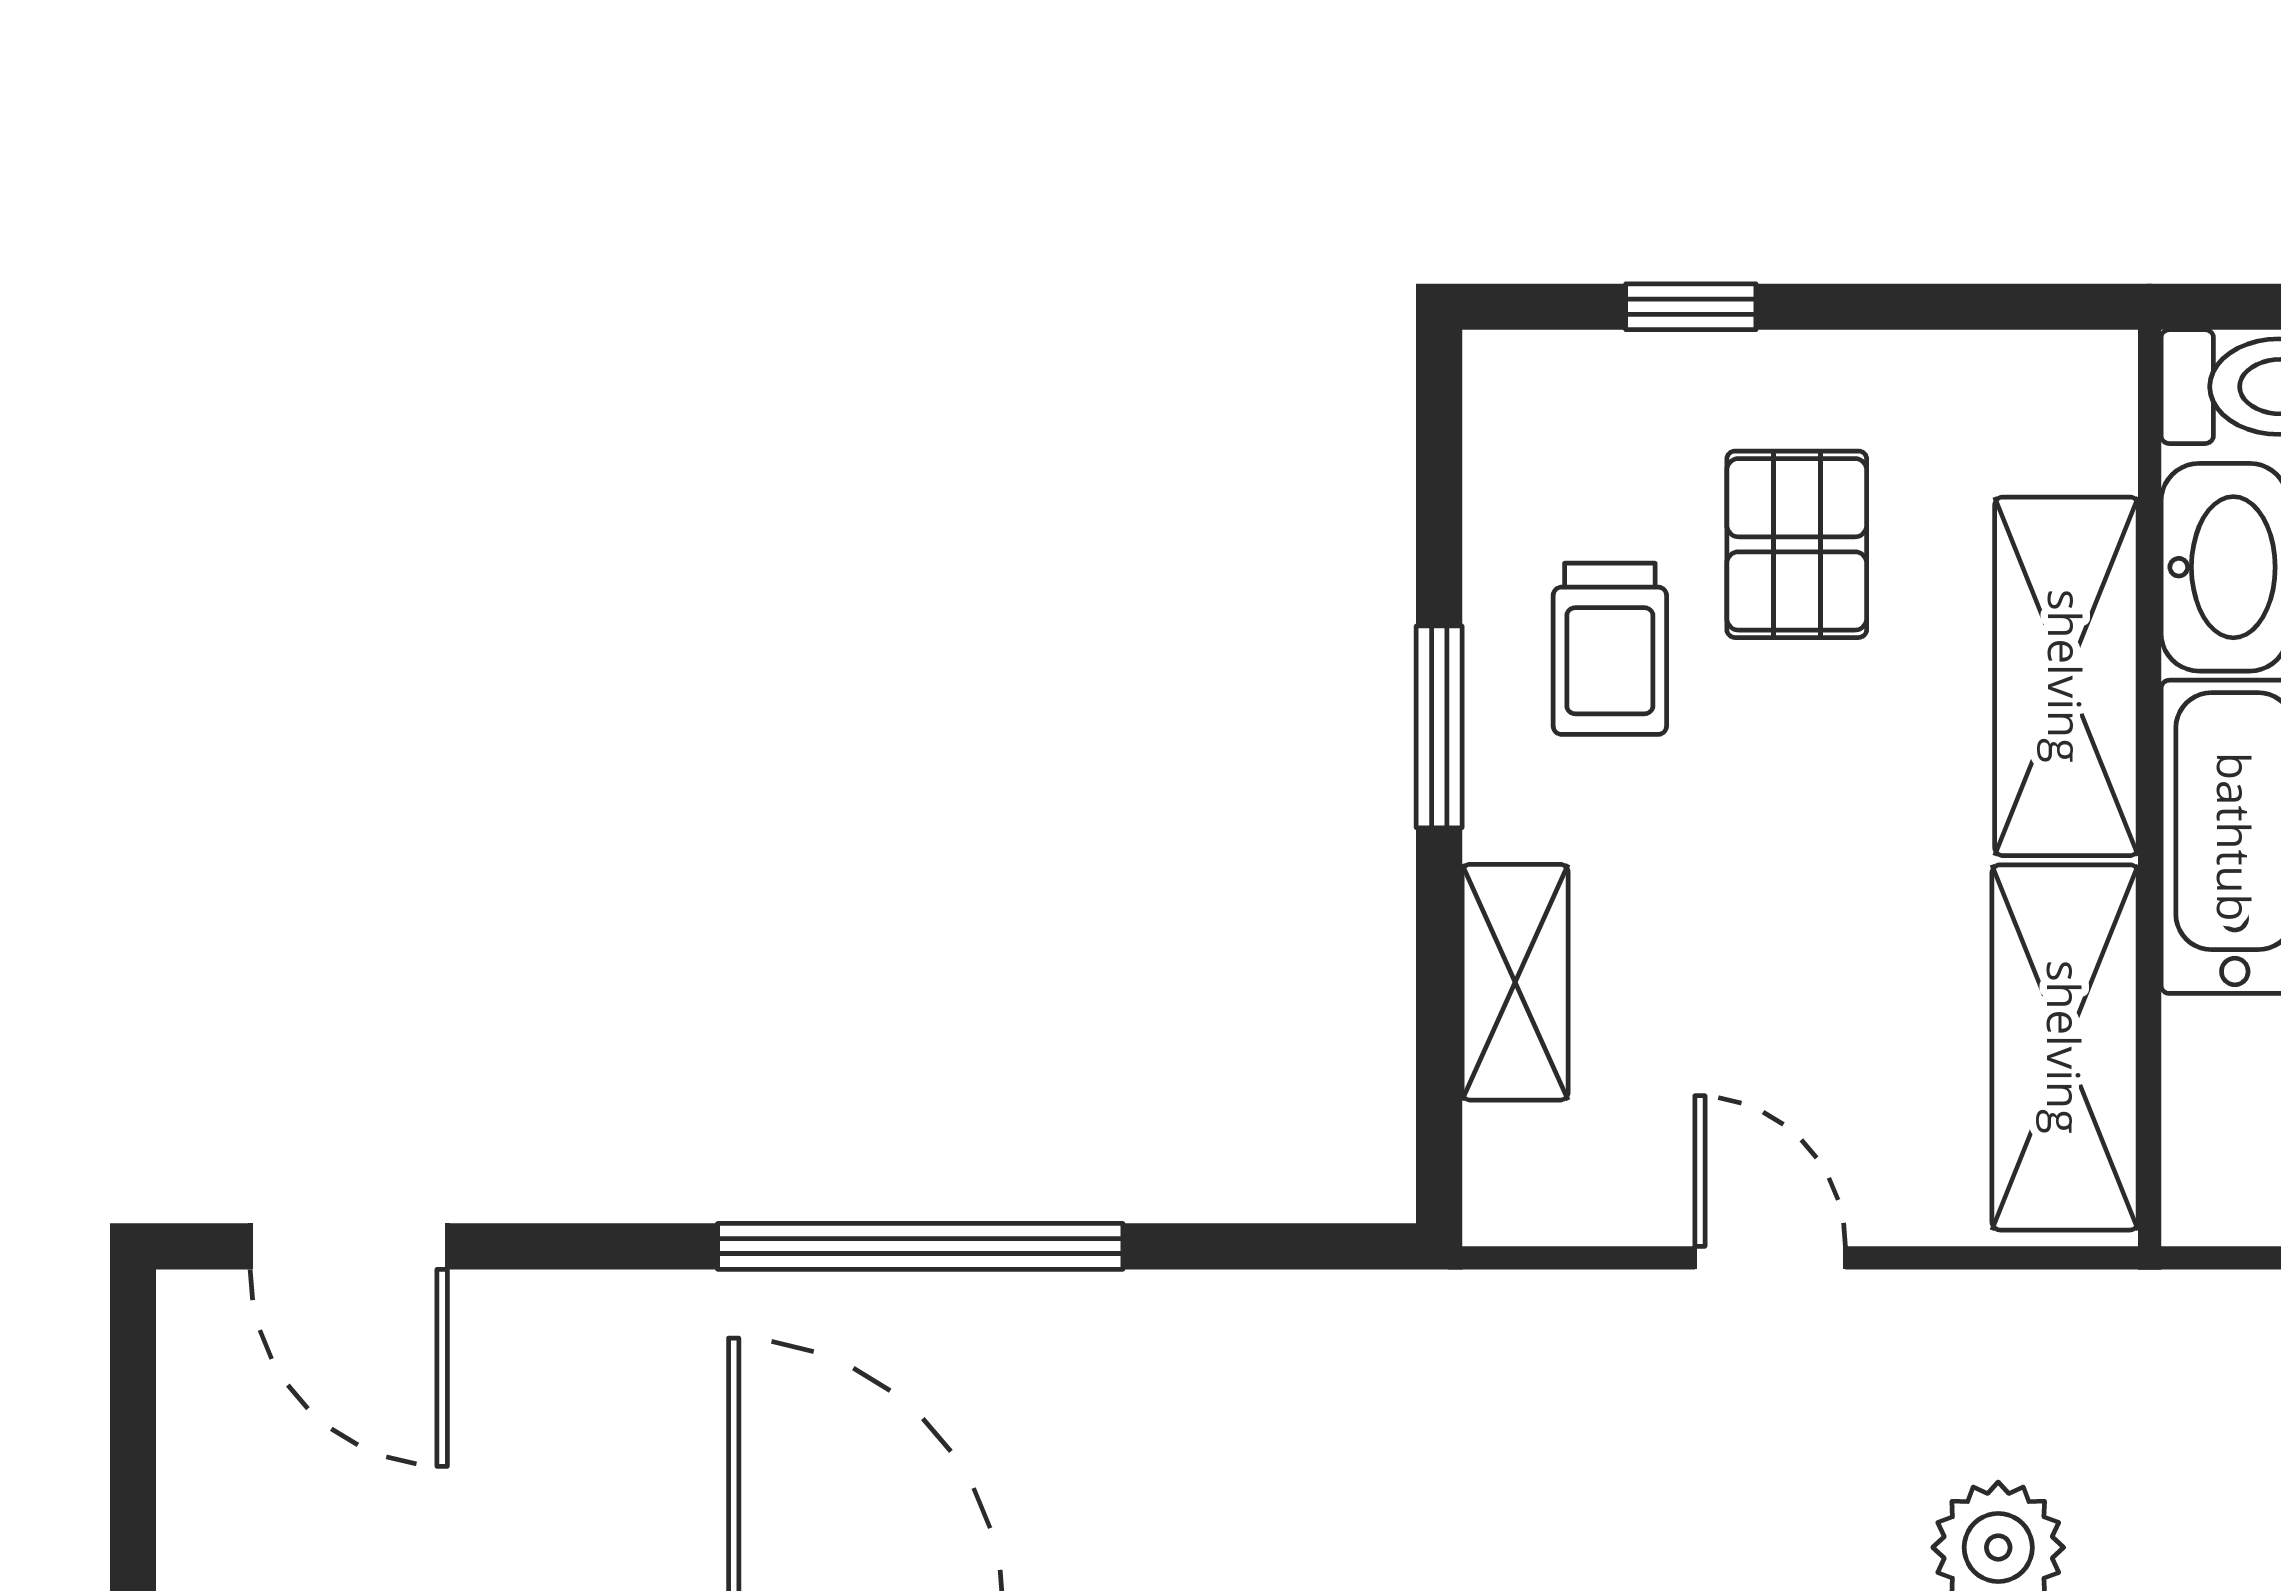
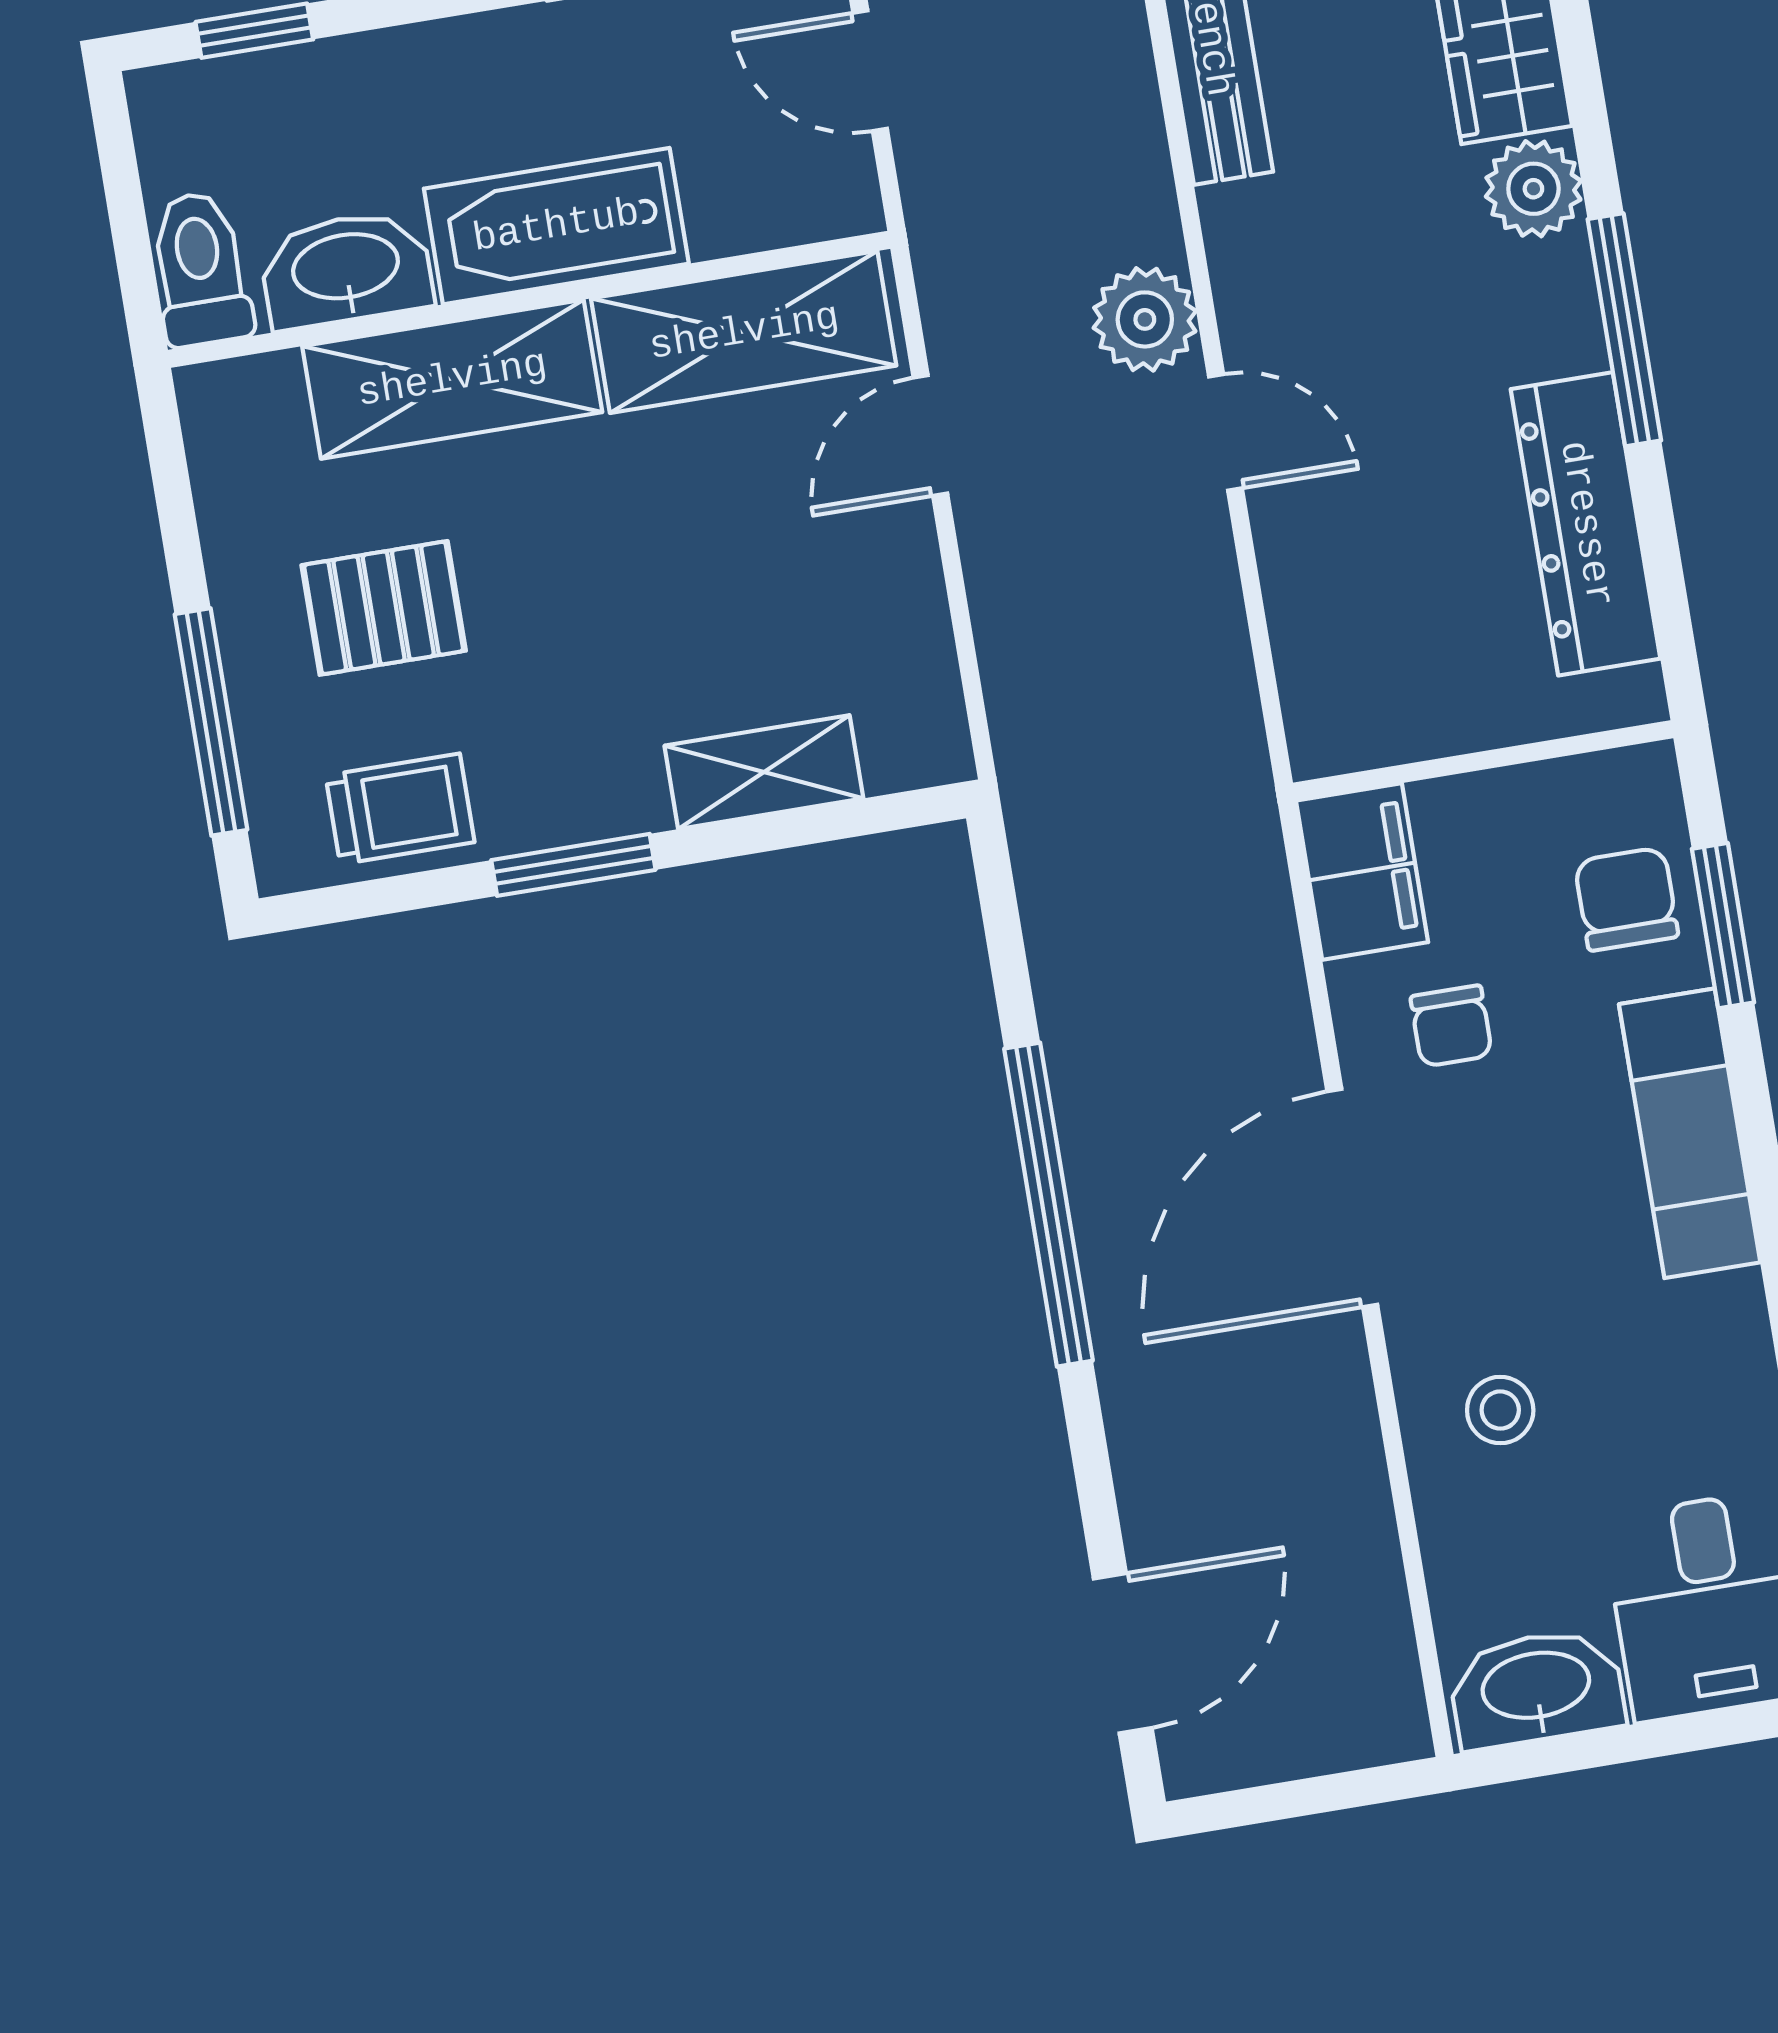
window: (1691, 307) -> (211, 722), width x2.17
trolley: (1610, 649) -> (400, 809), moved
door: (1770, 1258) -> (930, 436), moved

